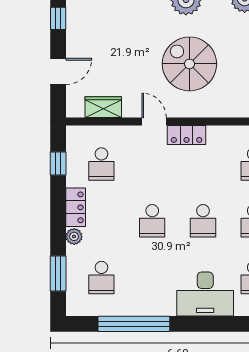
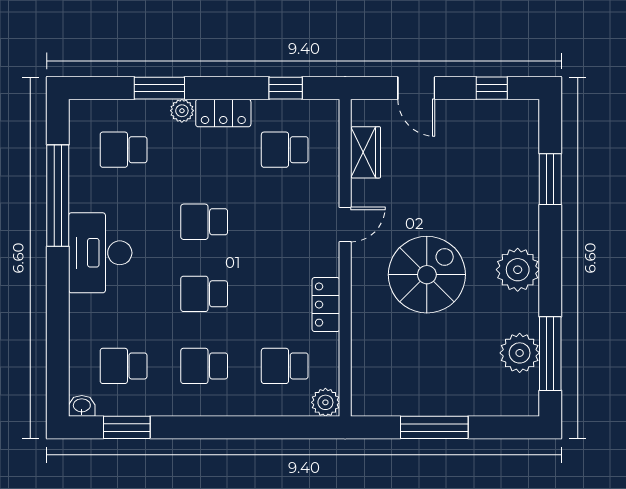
locker: (187, 135) -> (326, 305), moved
window: (58, 274) -> (159, 88), moved
desk: (205, 294) -> (100, 253), moved

